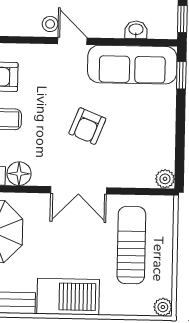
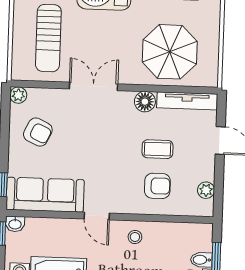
stool: (50, 24) -> (135, 237), moved
washbasin: (136, 30) -> (15, 224), moved
armchair: (87, 126) -> (38, 132), moved, turned 93

